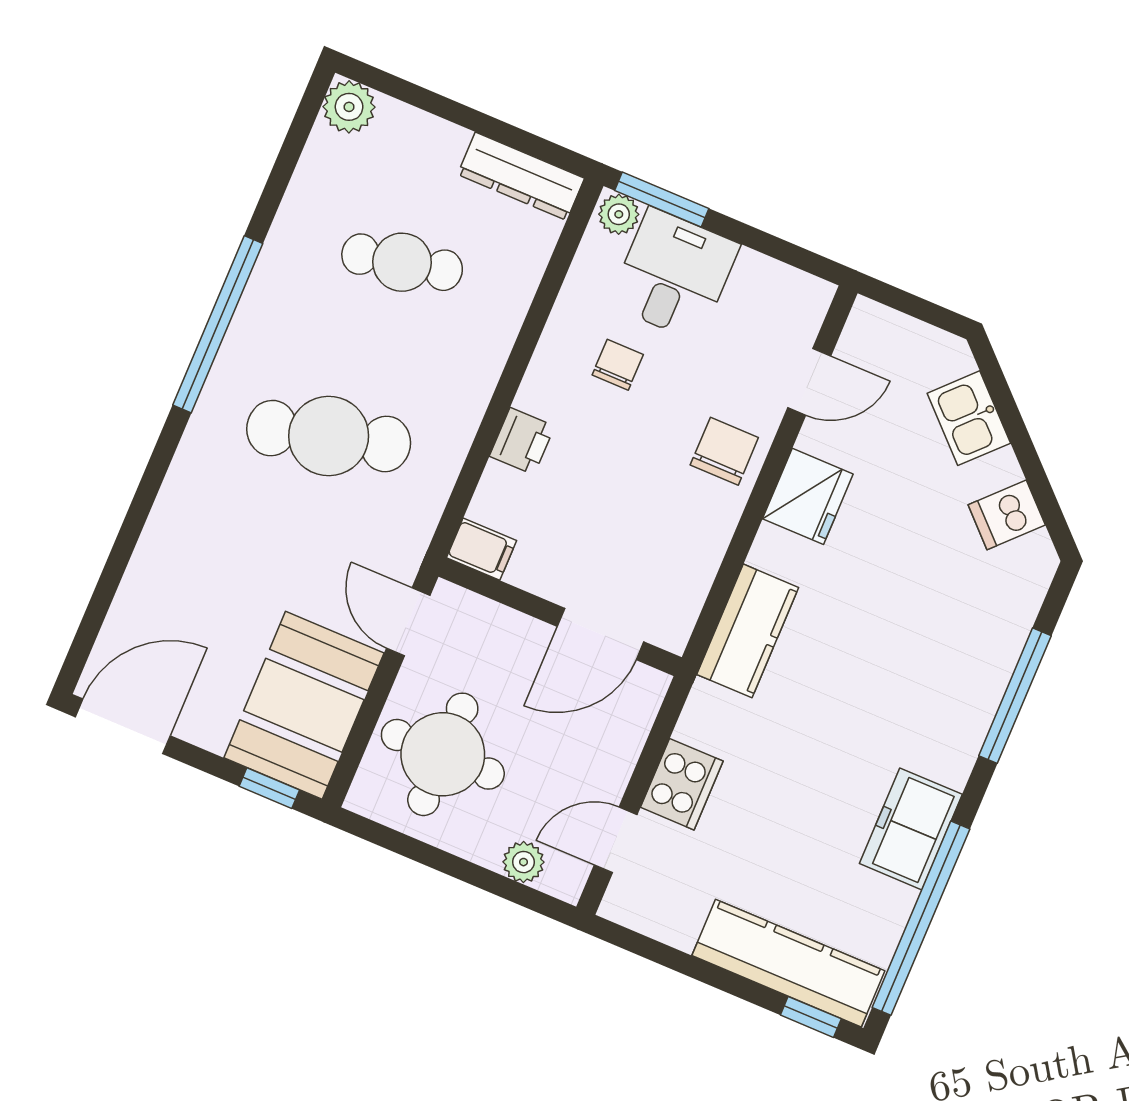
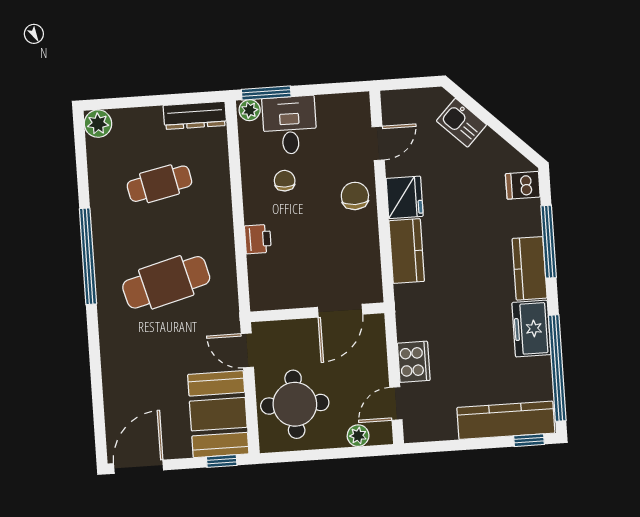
dishwasher: (1007, 515) -> (523, 185), moved, turned 46
filing cabinet: (481, 549) -> (264, 299), removed
kitchen counter: (748, 631) -> (407, 251), moved
kitchen counter: (960, 725) -> (530, 268), added

